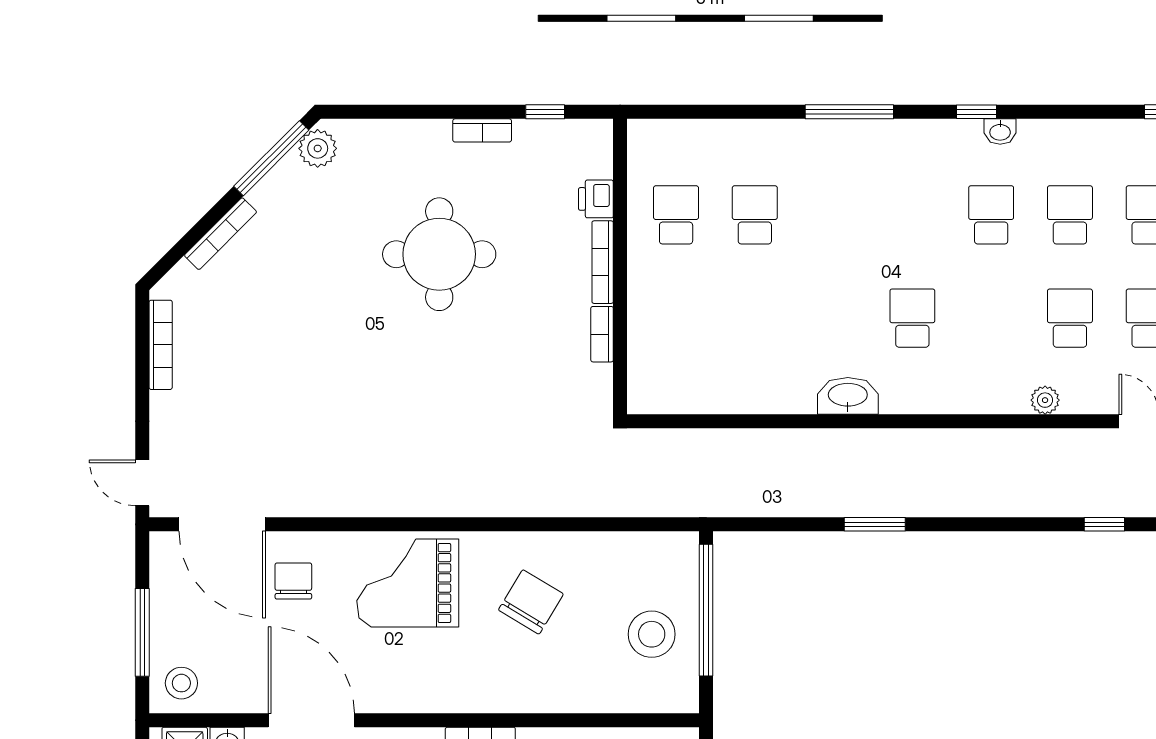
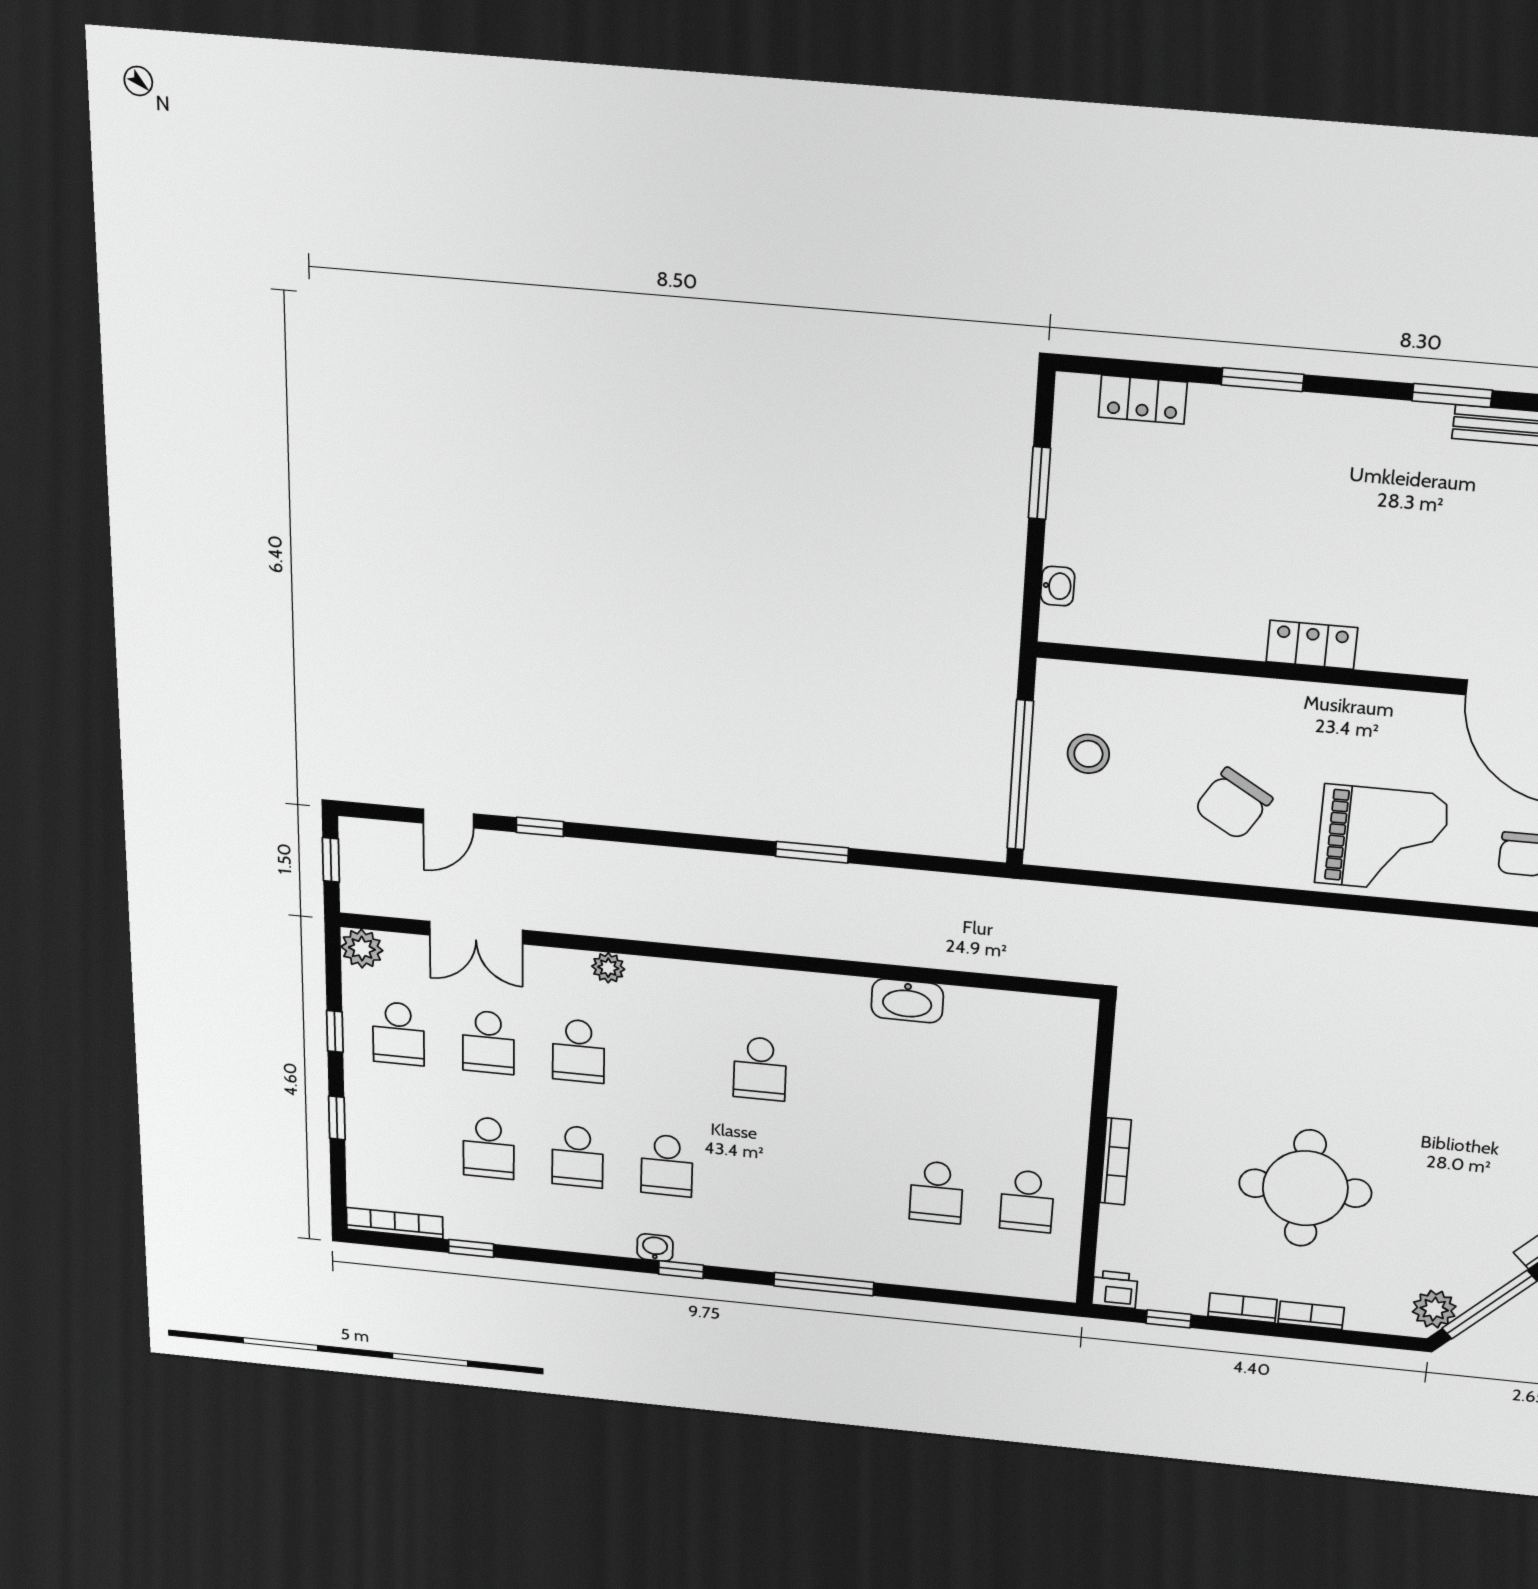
printer: (596, 199) -> (1115, 1289), moved, turned -90
bookcase: (602, 334) -> (1311, 1315), moved, turned -90
washbasin: (848, 396) -> (907, 1001), moved
stool: (652, 634) -> (1088, 754), width x0.73, depth x0.73

